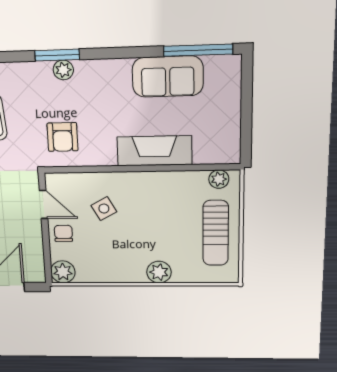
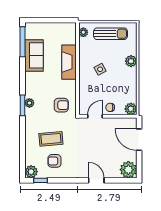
side table: (104, 209) -> (100, 69), moved

